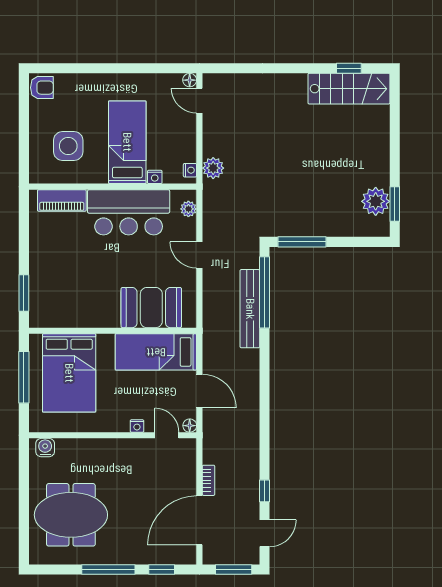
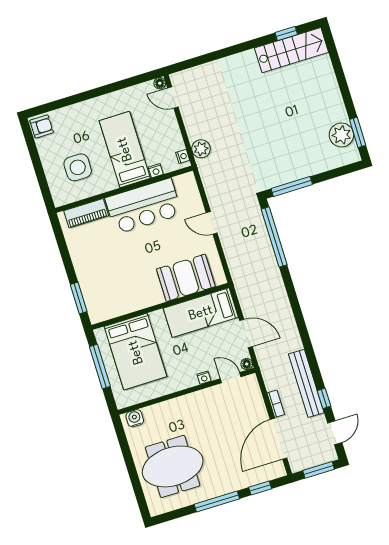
plant: (188, 209) -> (191, 188), removed
bench: (250, 309) -> (306, 383), moved

